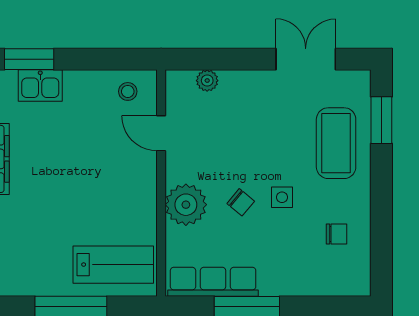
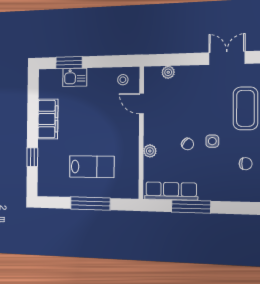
plant: (186, 205) -> (150, 151), width x0.53, depth x0.53
lab bench: (113, 265) -> (92, 167), moved

